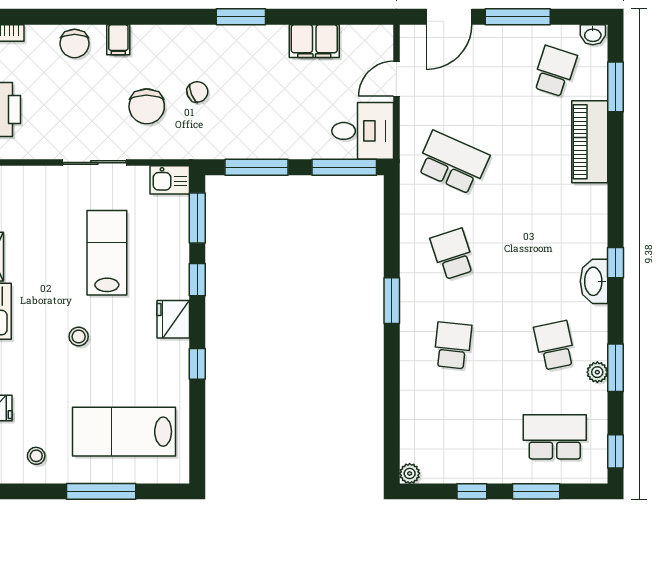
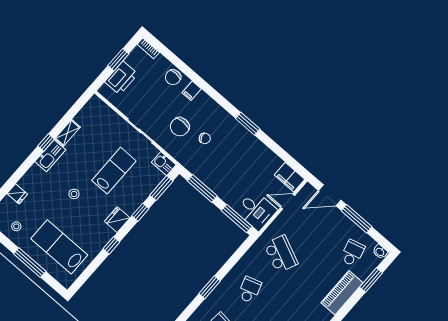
filing cabinet: (314, 41) -> (290, 177), moved
school desk: (555, 71) -> (352, 253), turned -33

